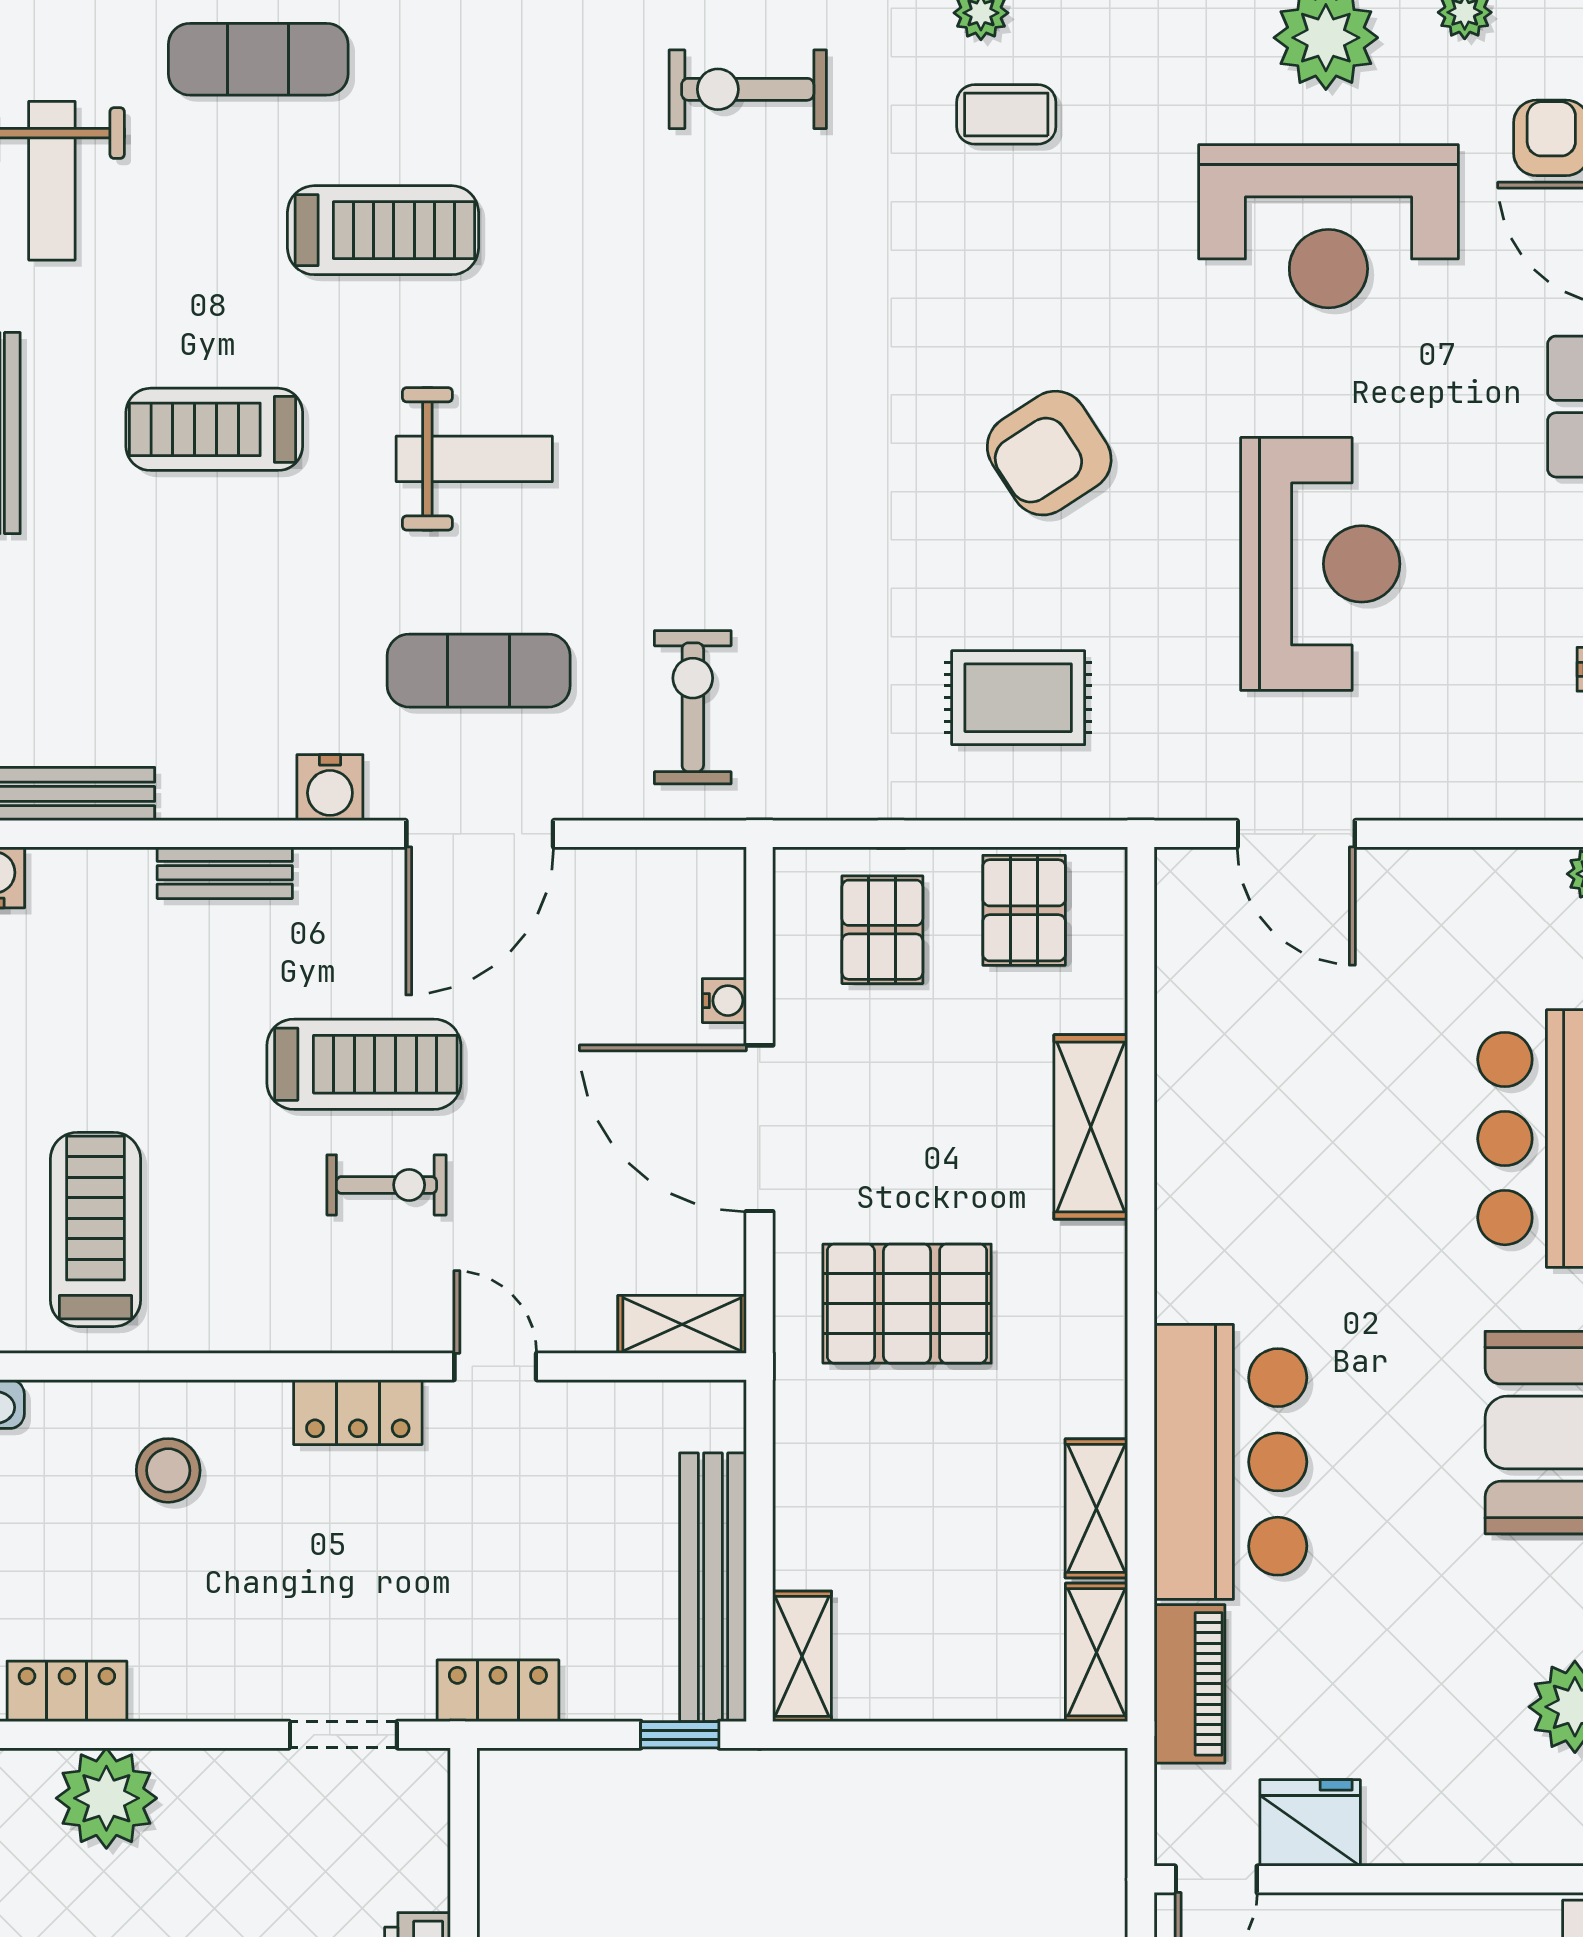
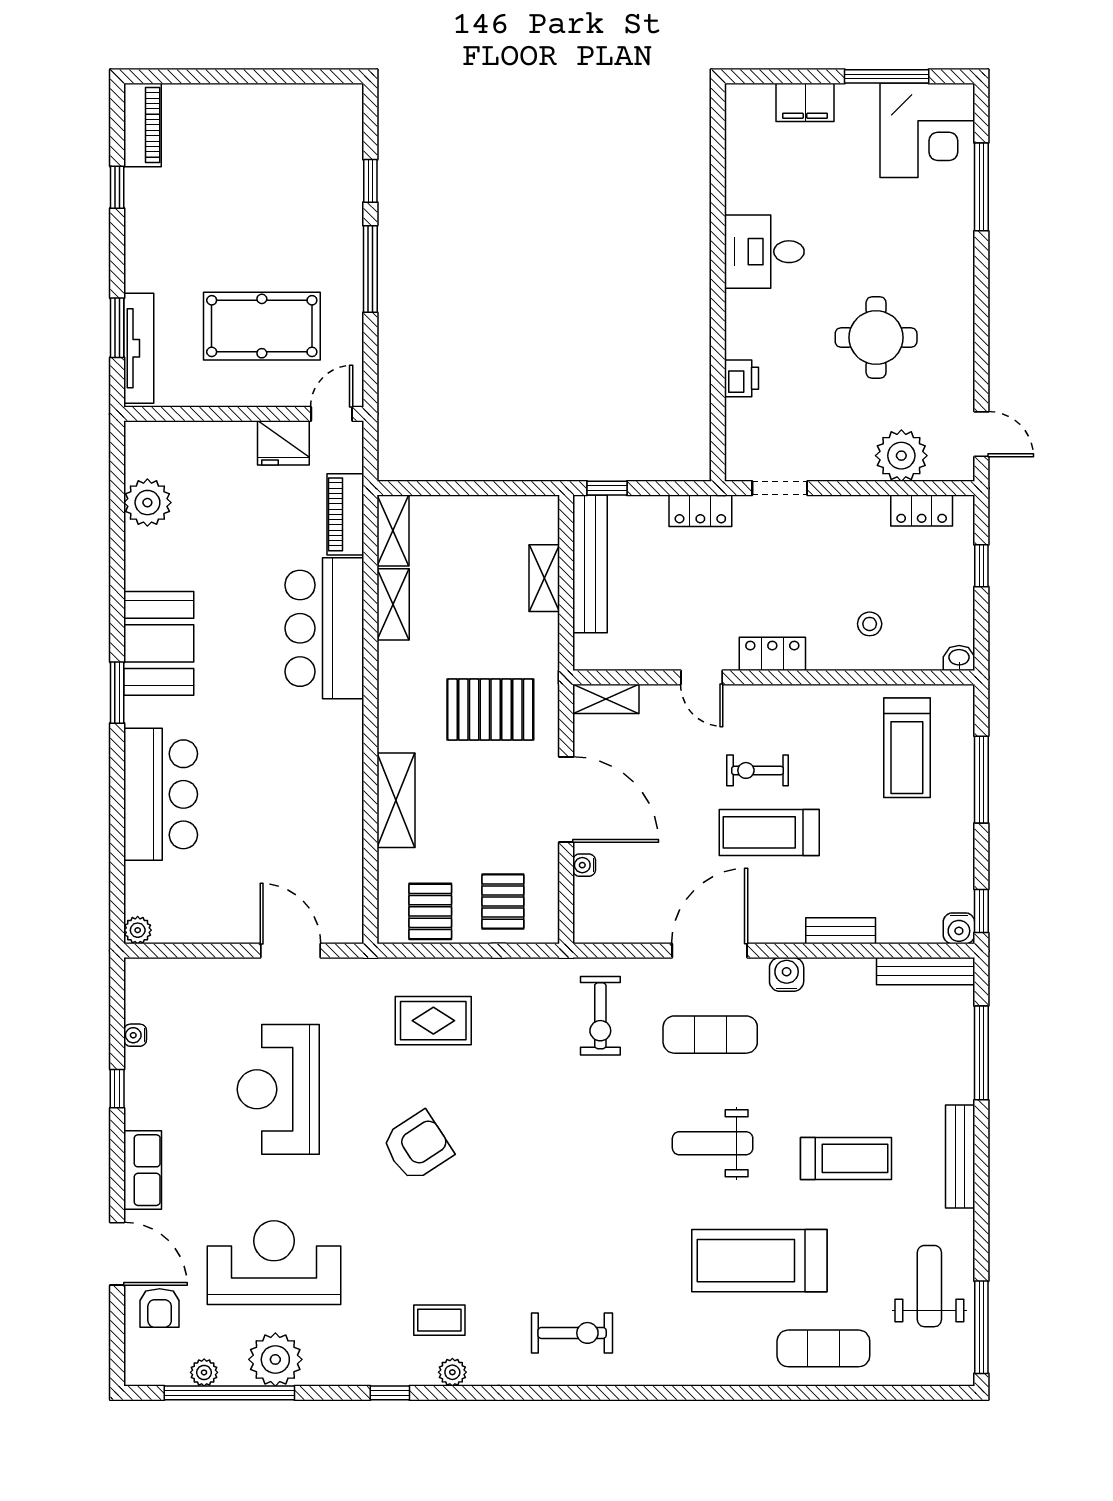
treadmill: (383, 230) -> (759, 1261), width x1.37, depth x1.38
stool: (168, 1470) -> (870, 624), width x0.73, depth x0.73
shelving: (802, 1656) -> (544, 578), moved

